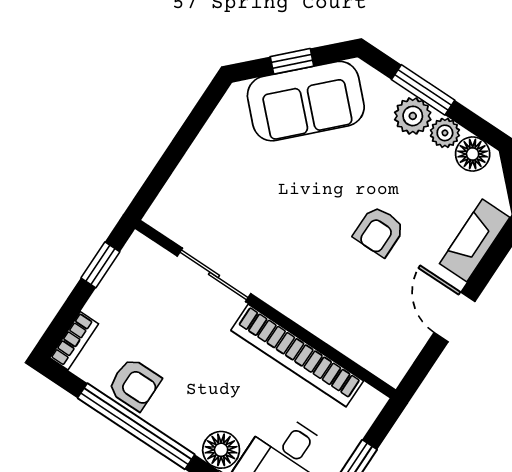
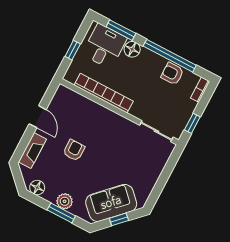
plant: (445, 133) -> (50, 195), removed
sliding door: (214, 275) -> (156, 131), moved

